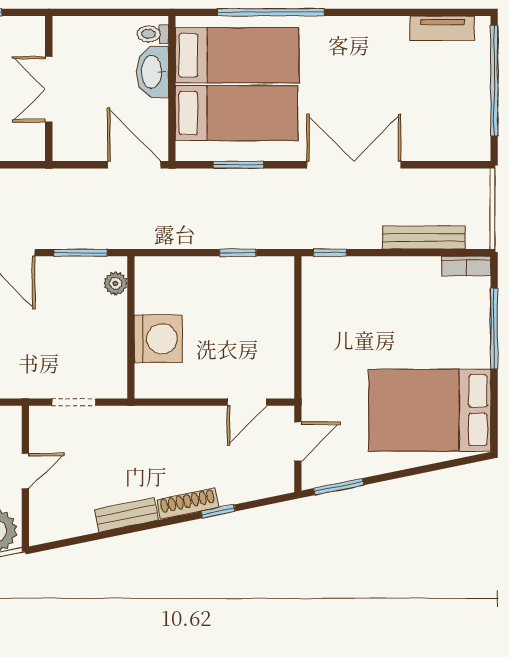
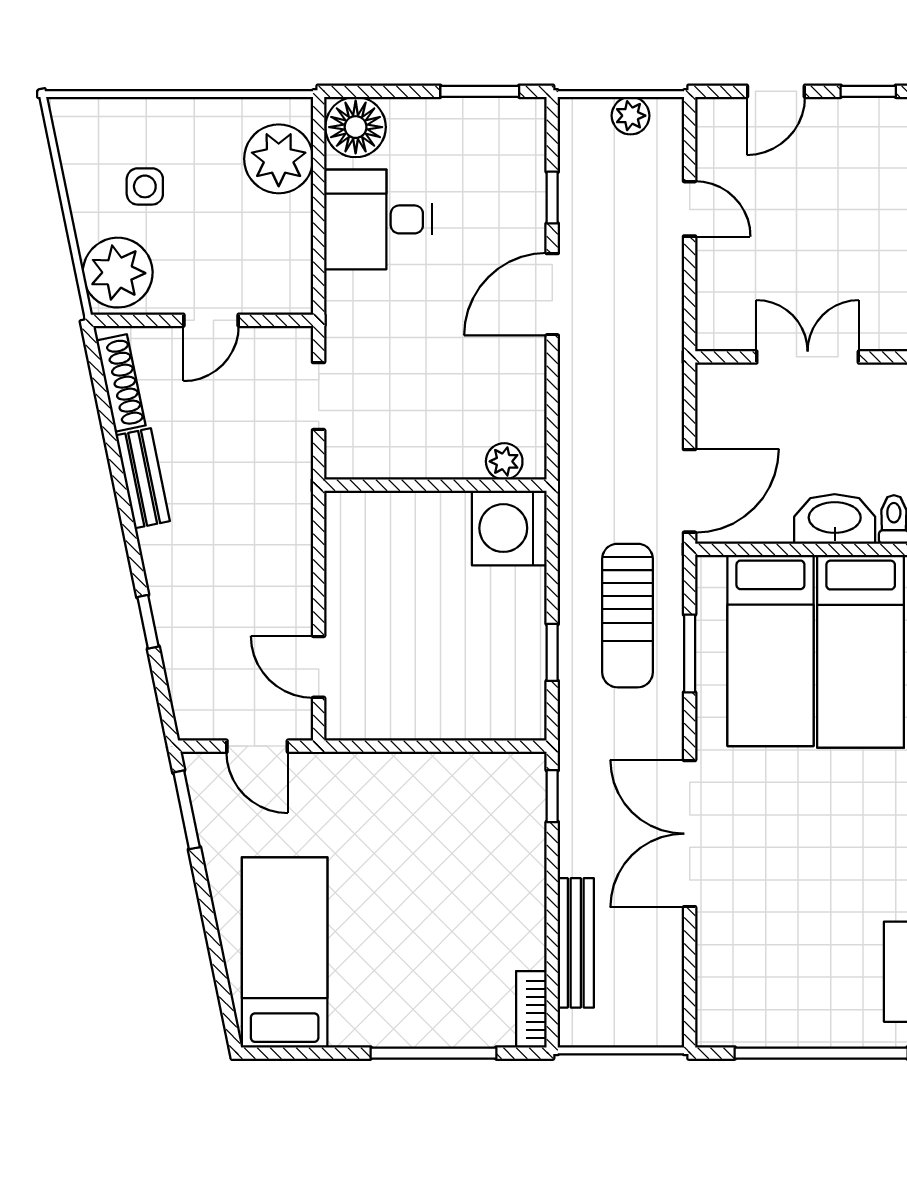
double door: (354, 165) -> (690, 834), swing flipped
sun lounger: (214, 204) -> (628, 616), added
window: (81, 253) -> (552, 407), removed
washing machine: (158, 339) -> (509, 528), moved, turned 90
bed: (430, 410) -> (285, 952), width x0.67
door: (25, 471) -> (211, 320), hinge flipped
shoe rack: (188, 504) -> (121, 383), moved

